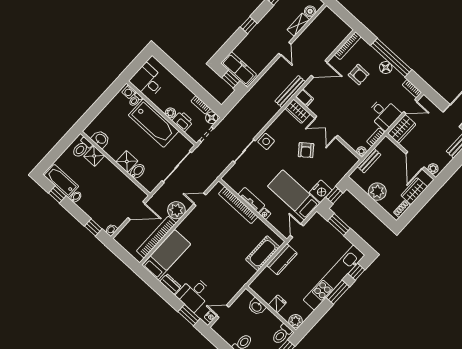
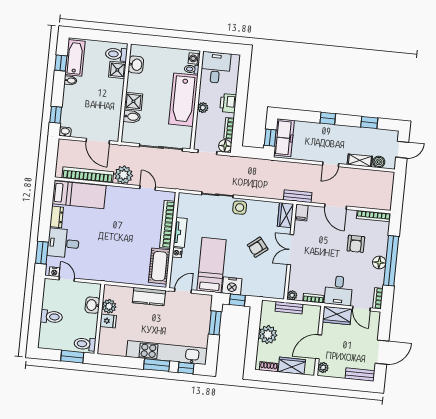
bench: (290, 92) -> (298, 196), width x0.73
printer: (183, 121) -> (228, 103), moved, turned 180
cot: (263, 253) -> (159, 266), moved, turned 90
plant: (296, 321) -> (109, 306), moved

